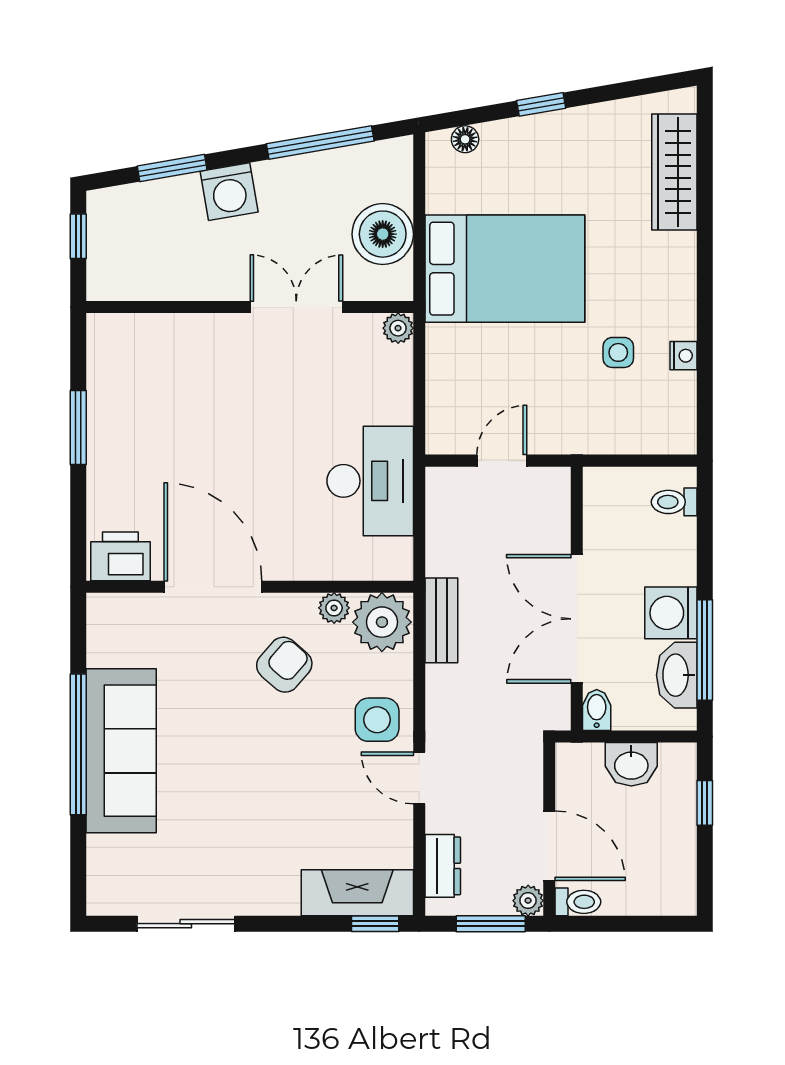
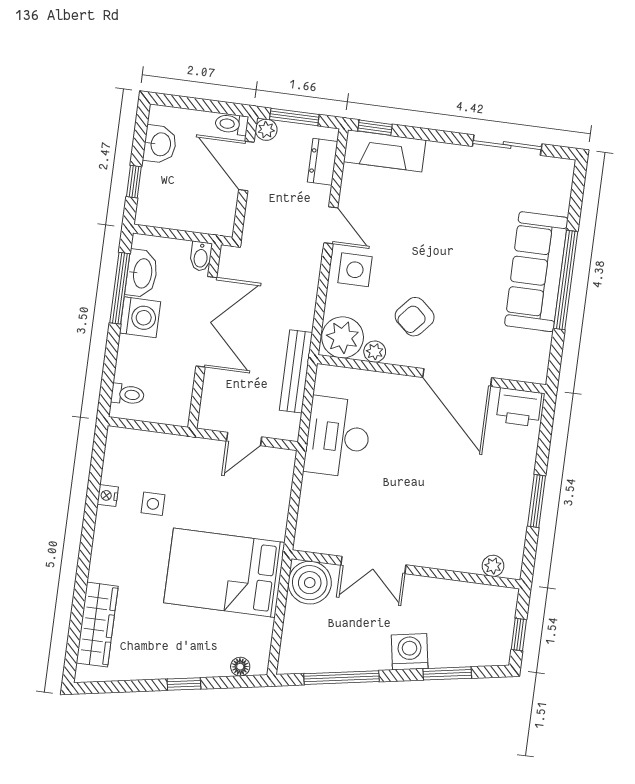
boiler: (383, 234) -> (310, 583), moved
plant: (398, 328) -> (493, 566), moved
bench: (441, 620) -> (296, 371), moved, width x1.36
washbasin: (631, 764) -> (160, 144), moved, turned 90

